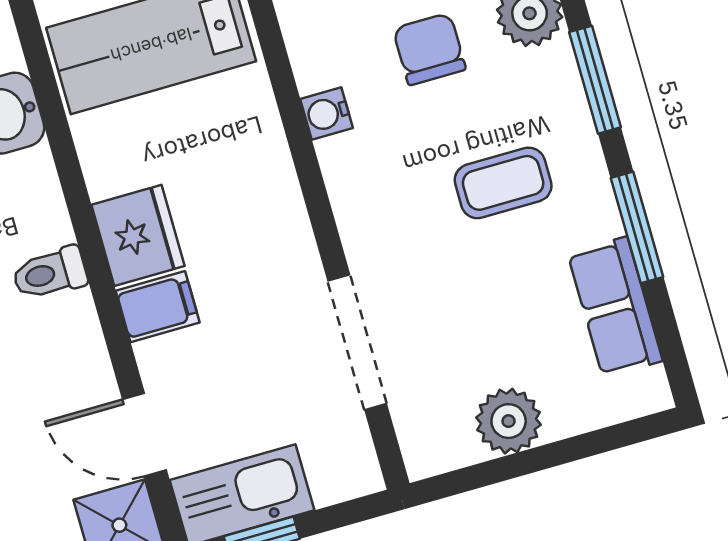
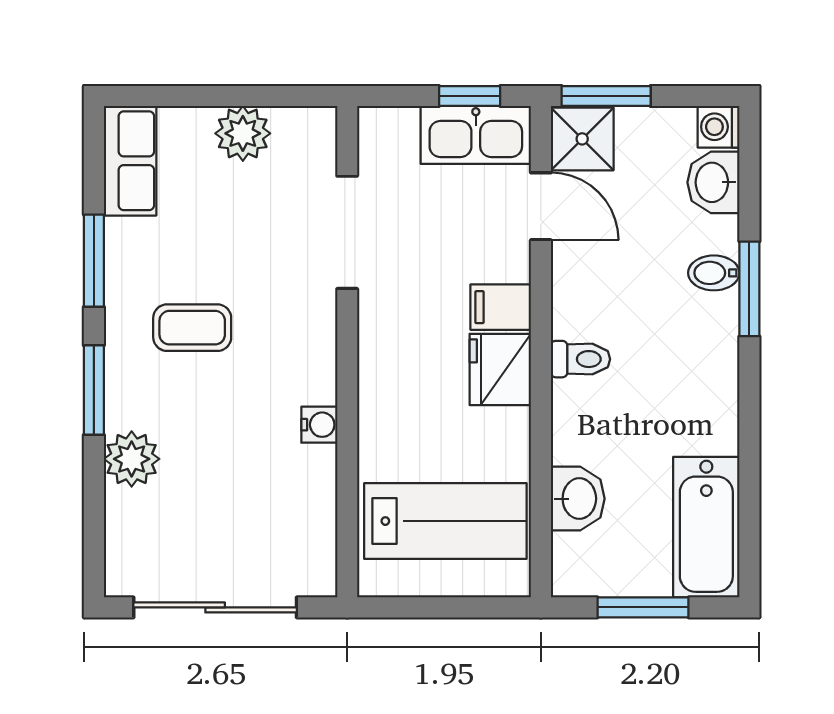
chair: (429, 49) -> (221, 453), removed
row of seats: (615, 307) -> (130, 161), moved

